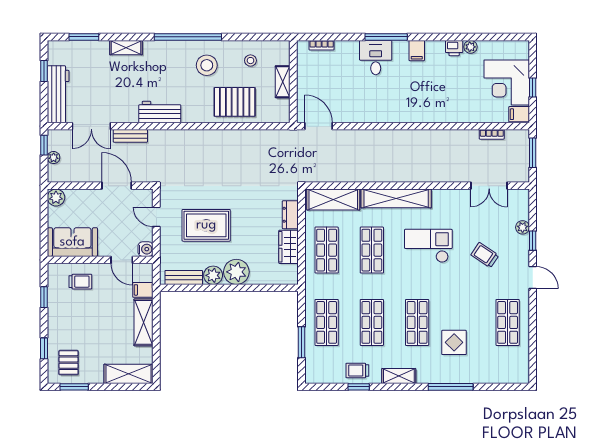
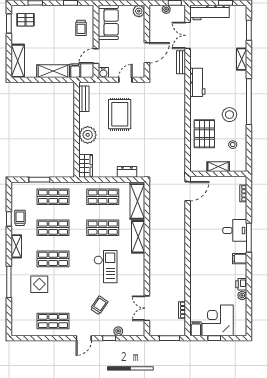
shelving: (396, 198) -> (138, 237), width x0.68
wardrobe: (289, 247) -> (86, 166), moved, turned 90
plant: (213, 275) -> (85, 119), removed

